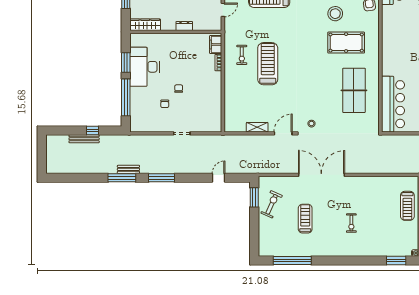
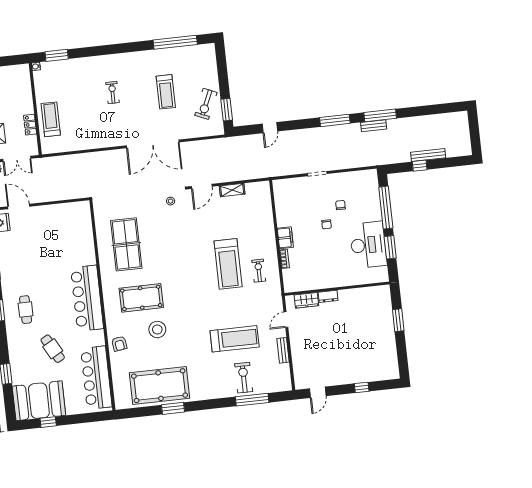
wardrobe: (145, 25) -> (306, 300), moved, width x0.67
filing cabinet: (216, 44) -> (285, 238), moved
bar counter: (393, 104) -> (87, 298), moved

